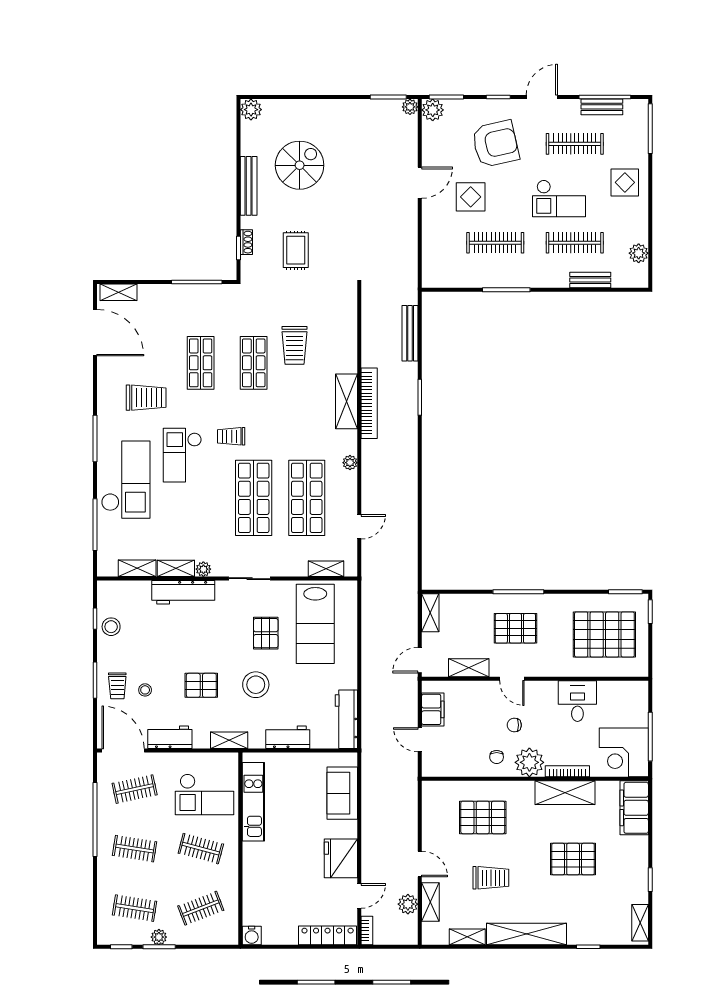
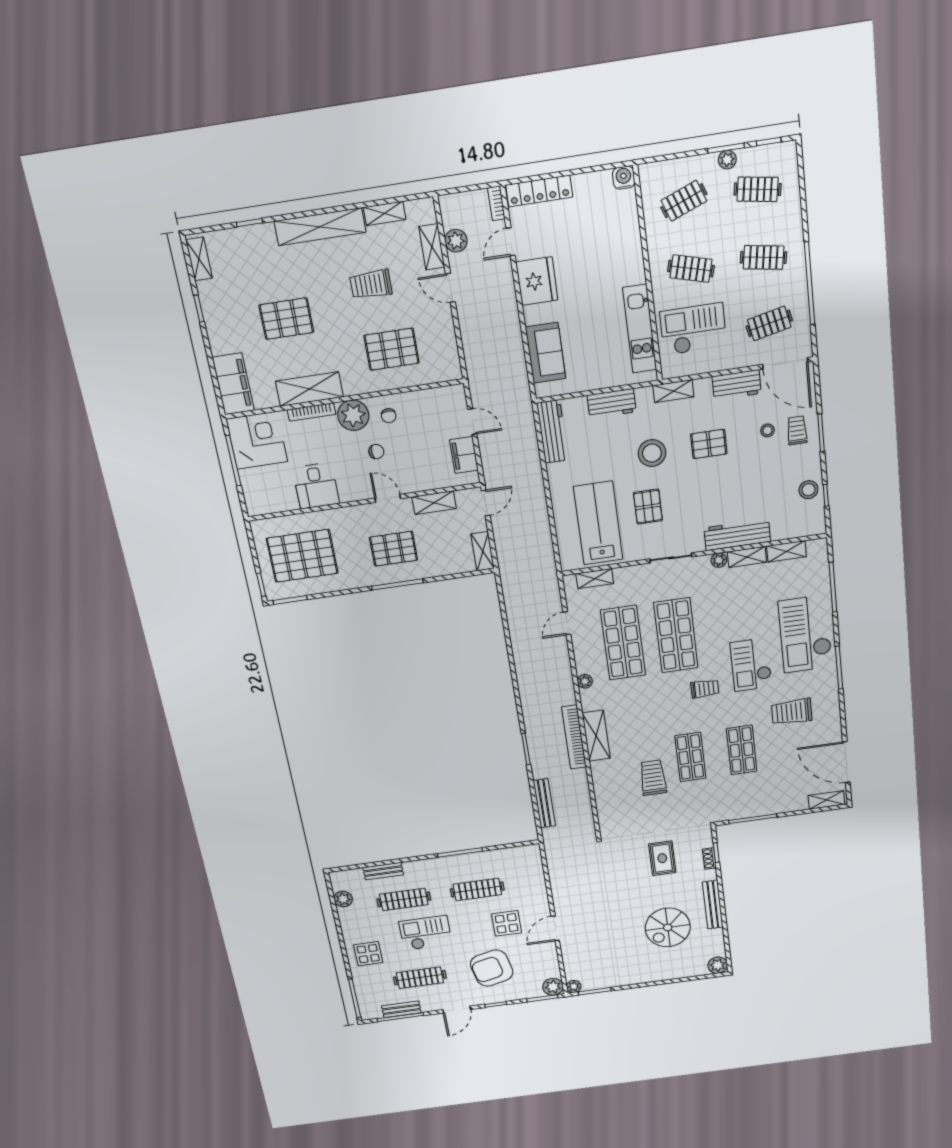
checkout: (182, 455) -> (751, 665), turned 180
chair: (497, 757) -> (389, 416), turned 180

